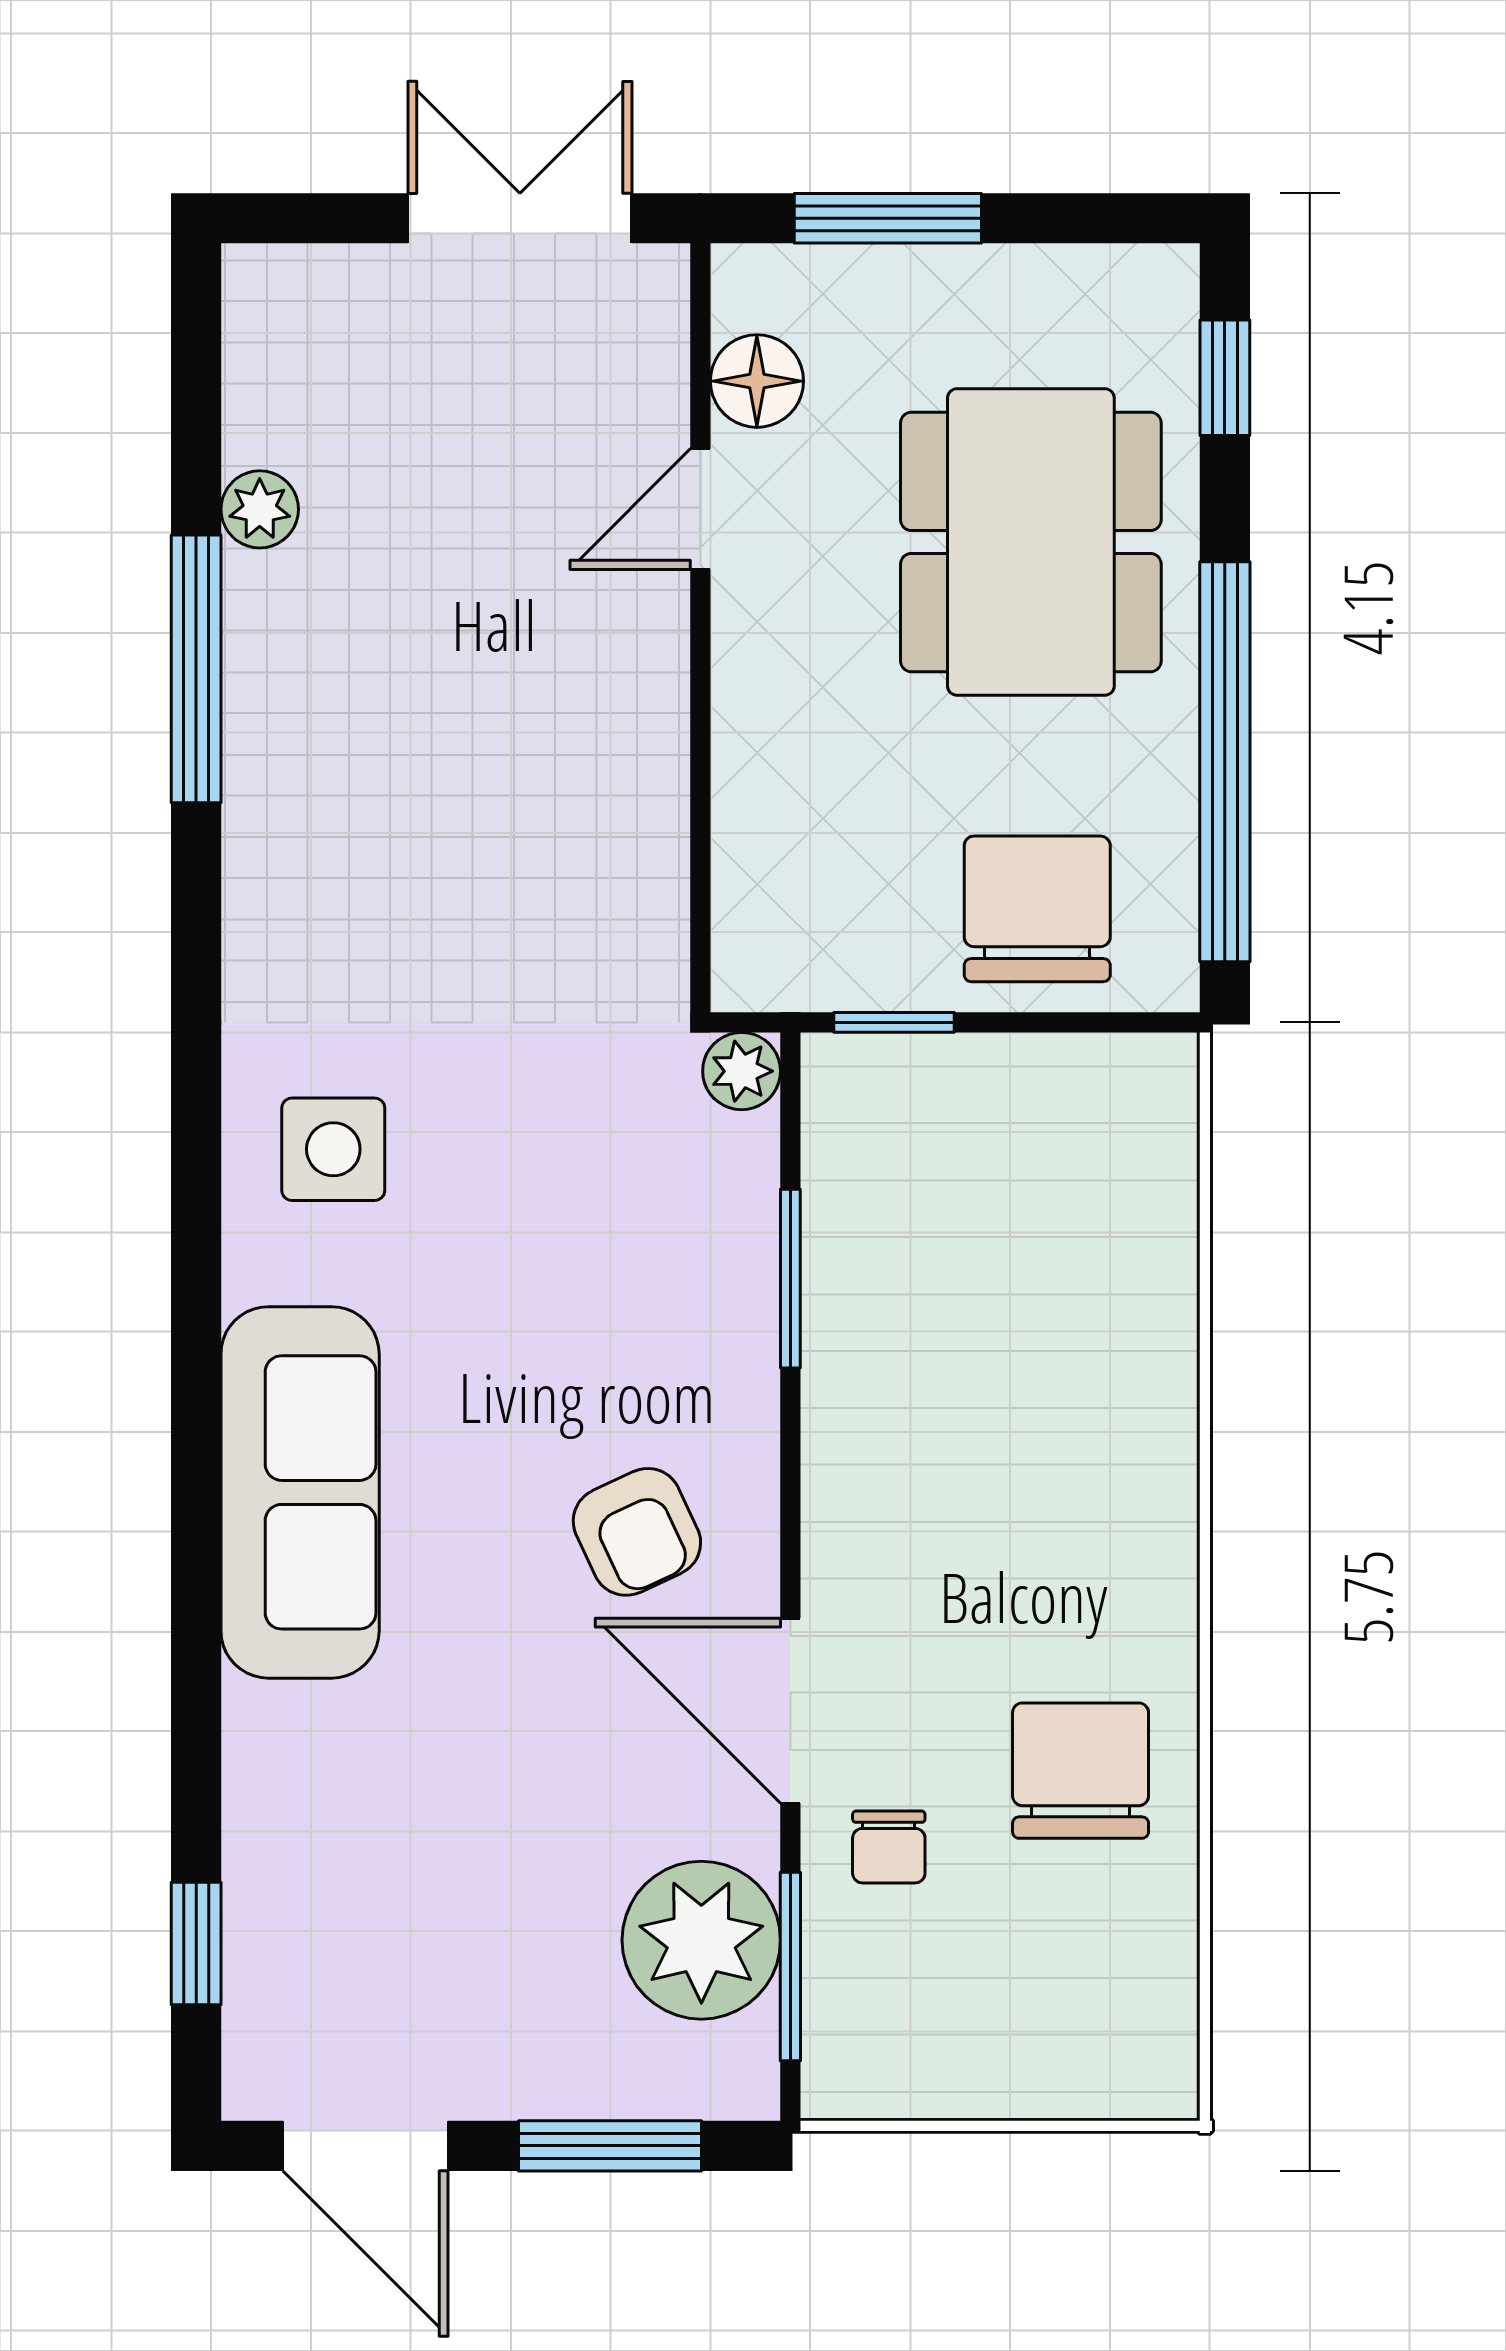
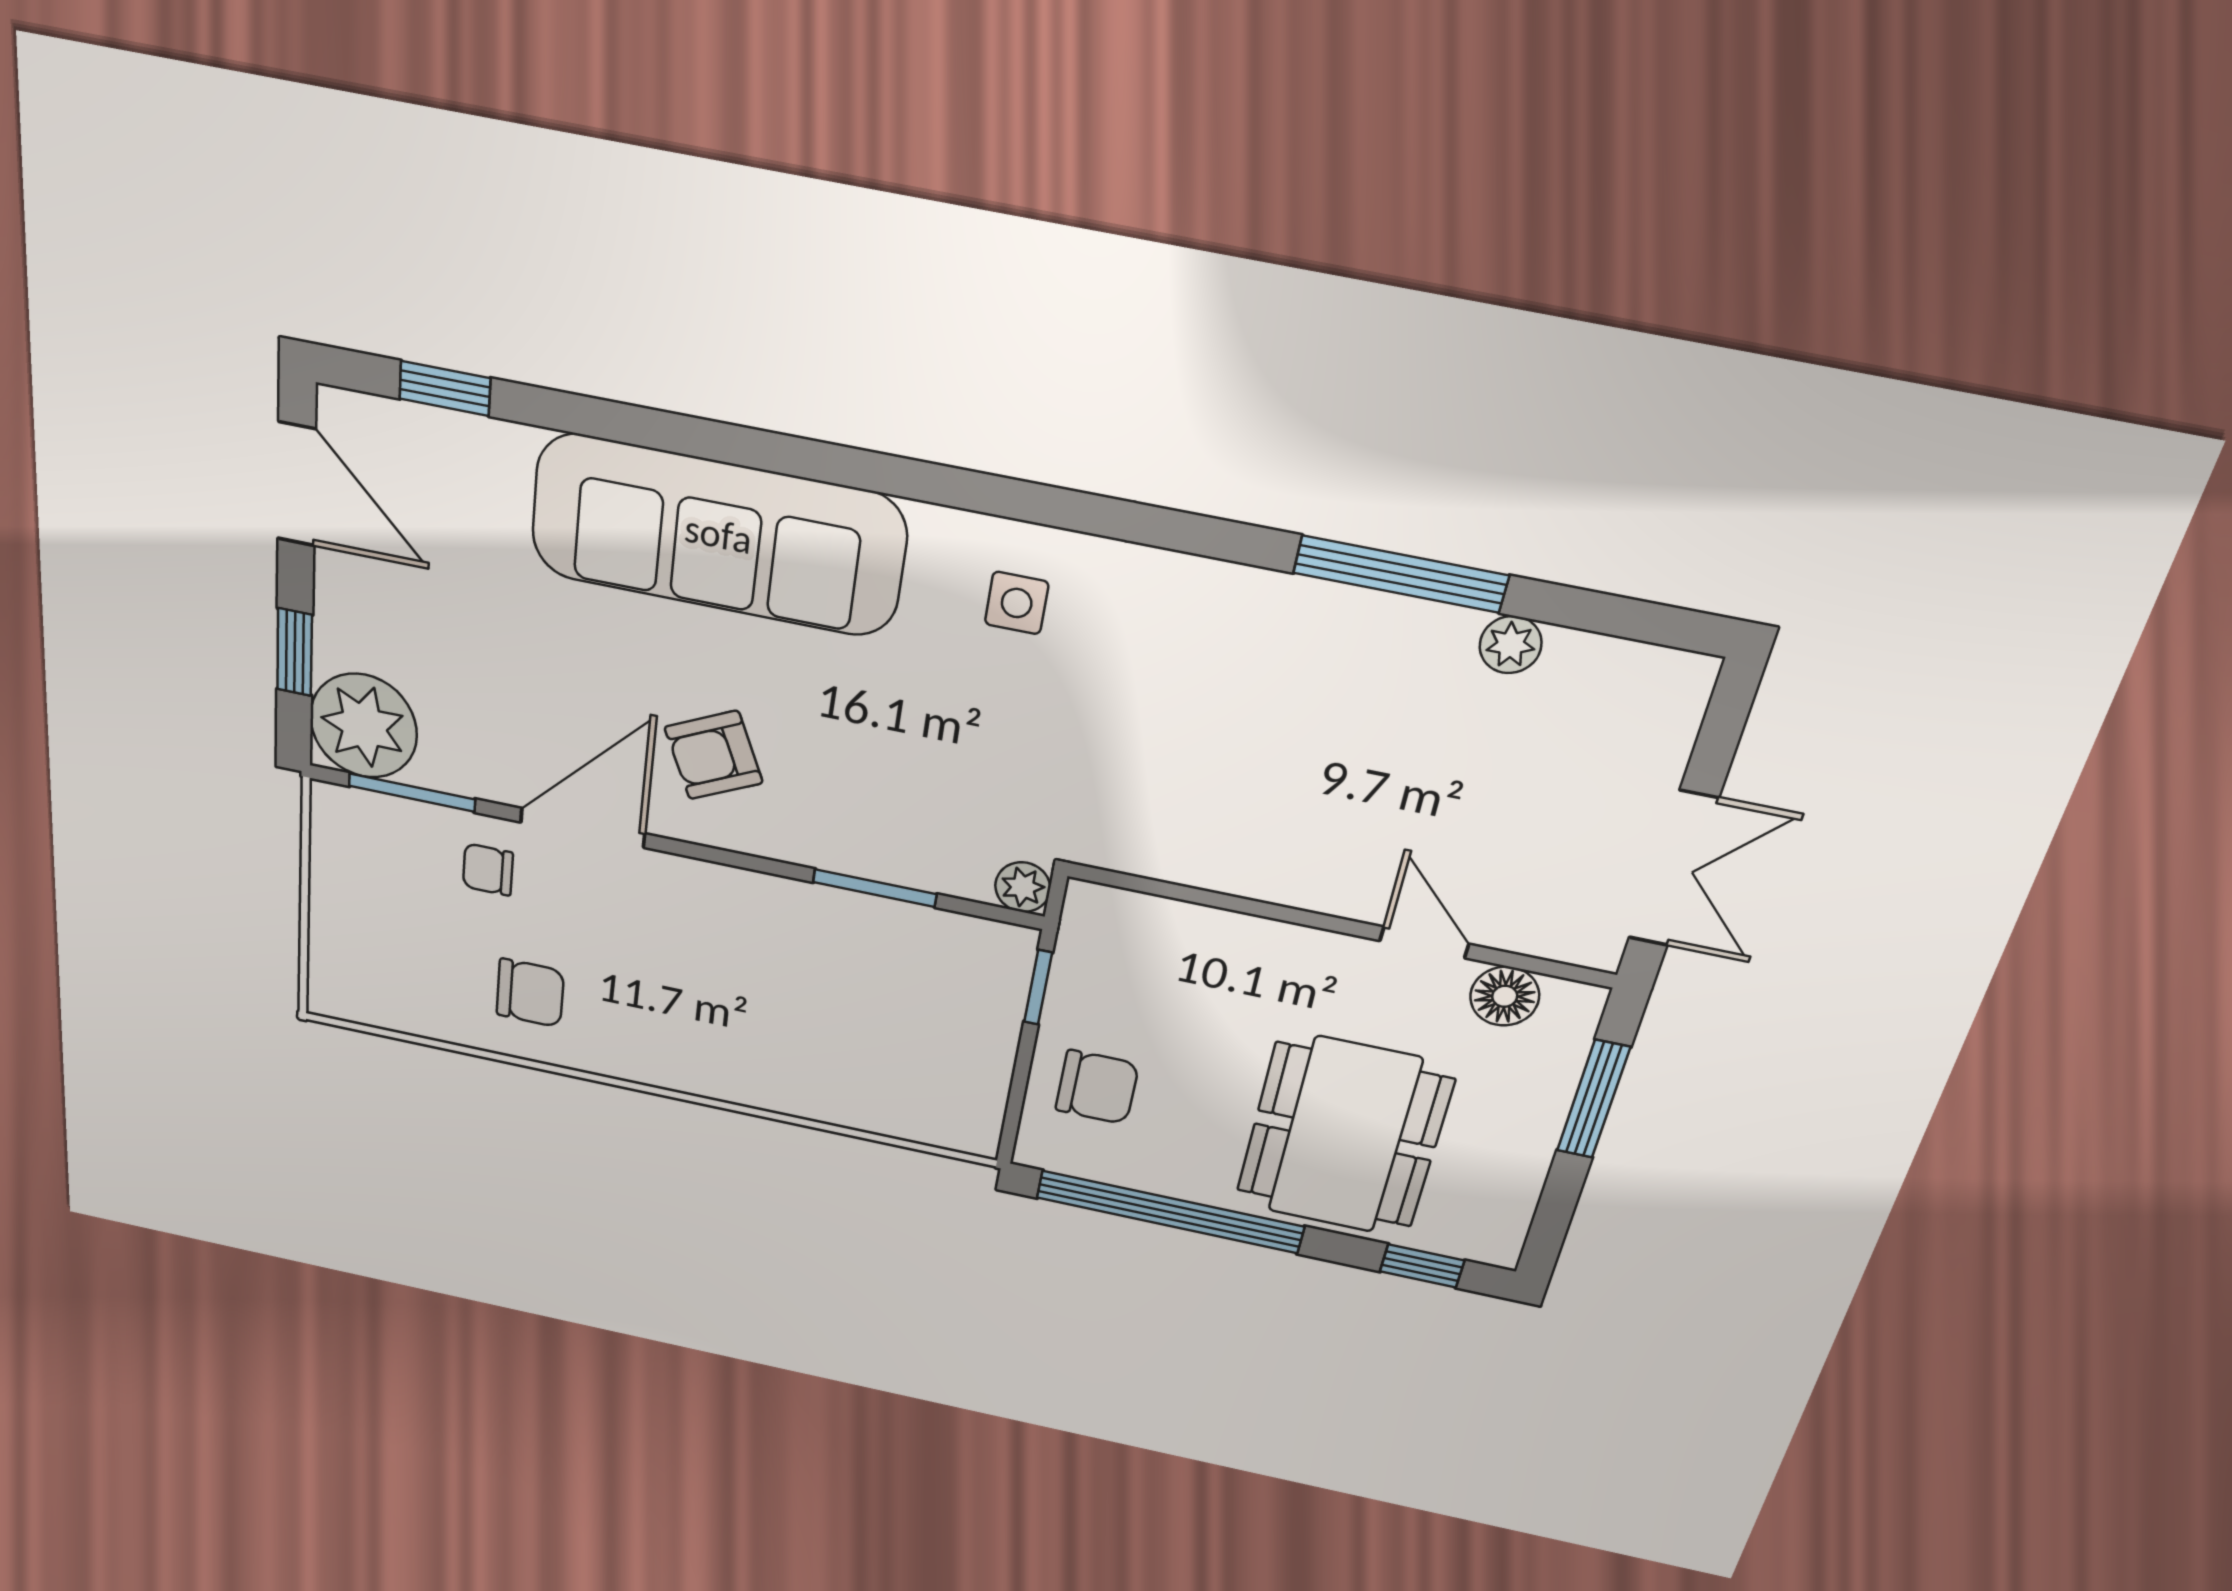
dining table: (1031, 542) -> (1344, 1135), turned 90
chair: (1037, 909) -> (1097, 1087), width x0.73, depth x0.73
side table: (333, 1149) -> (1017, 603), width x0.73, depth x0.73
sofa: (300, 1492) -> (718, 535), width x1.36, depth x1.27
chair: (1081, 1771) -> (530, 993), width x0.73, depth x0.73
plant: (701, 1940) -> (364, 726), moved
door: (366, 2146) -> (297, 484), swing flipped
window: (610, 2146) -> (295, 652), width x0.67

